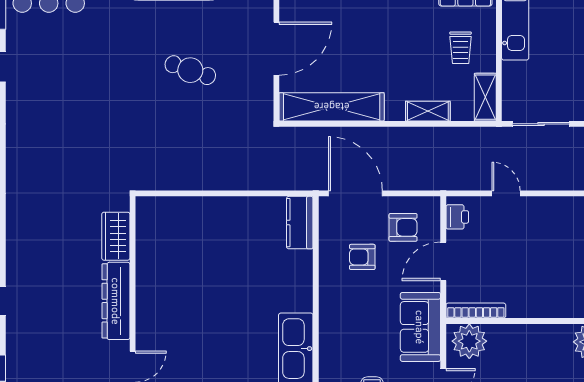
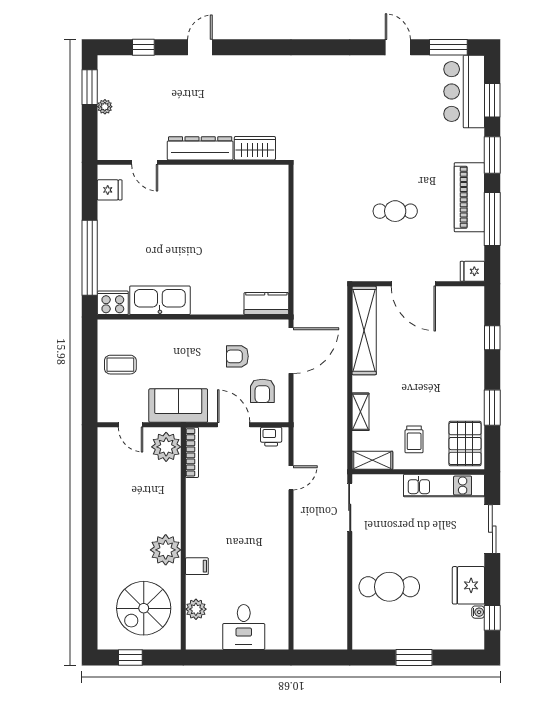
trolley: (461, 48) -> (414, 439), turned -90
cafe table: (190, 70) -> (395, 211), turned 71
armchair: (362, 257) -> (237, 356), turned -90

